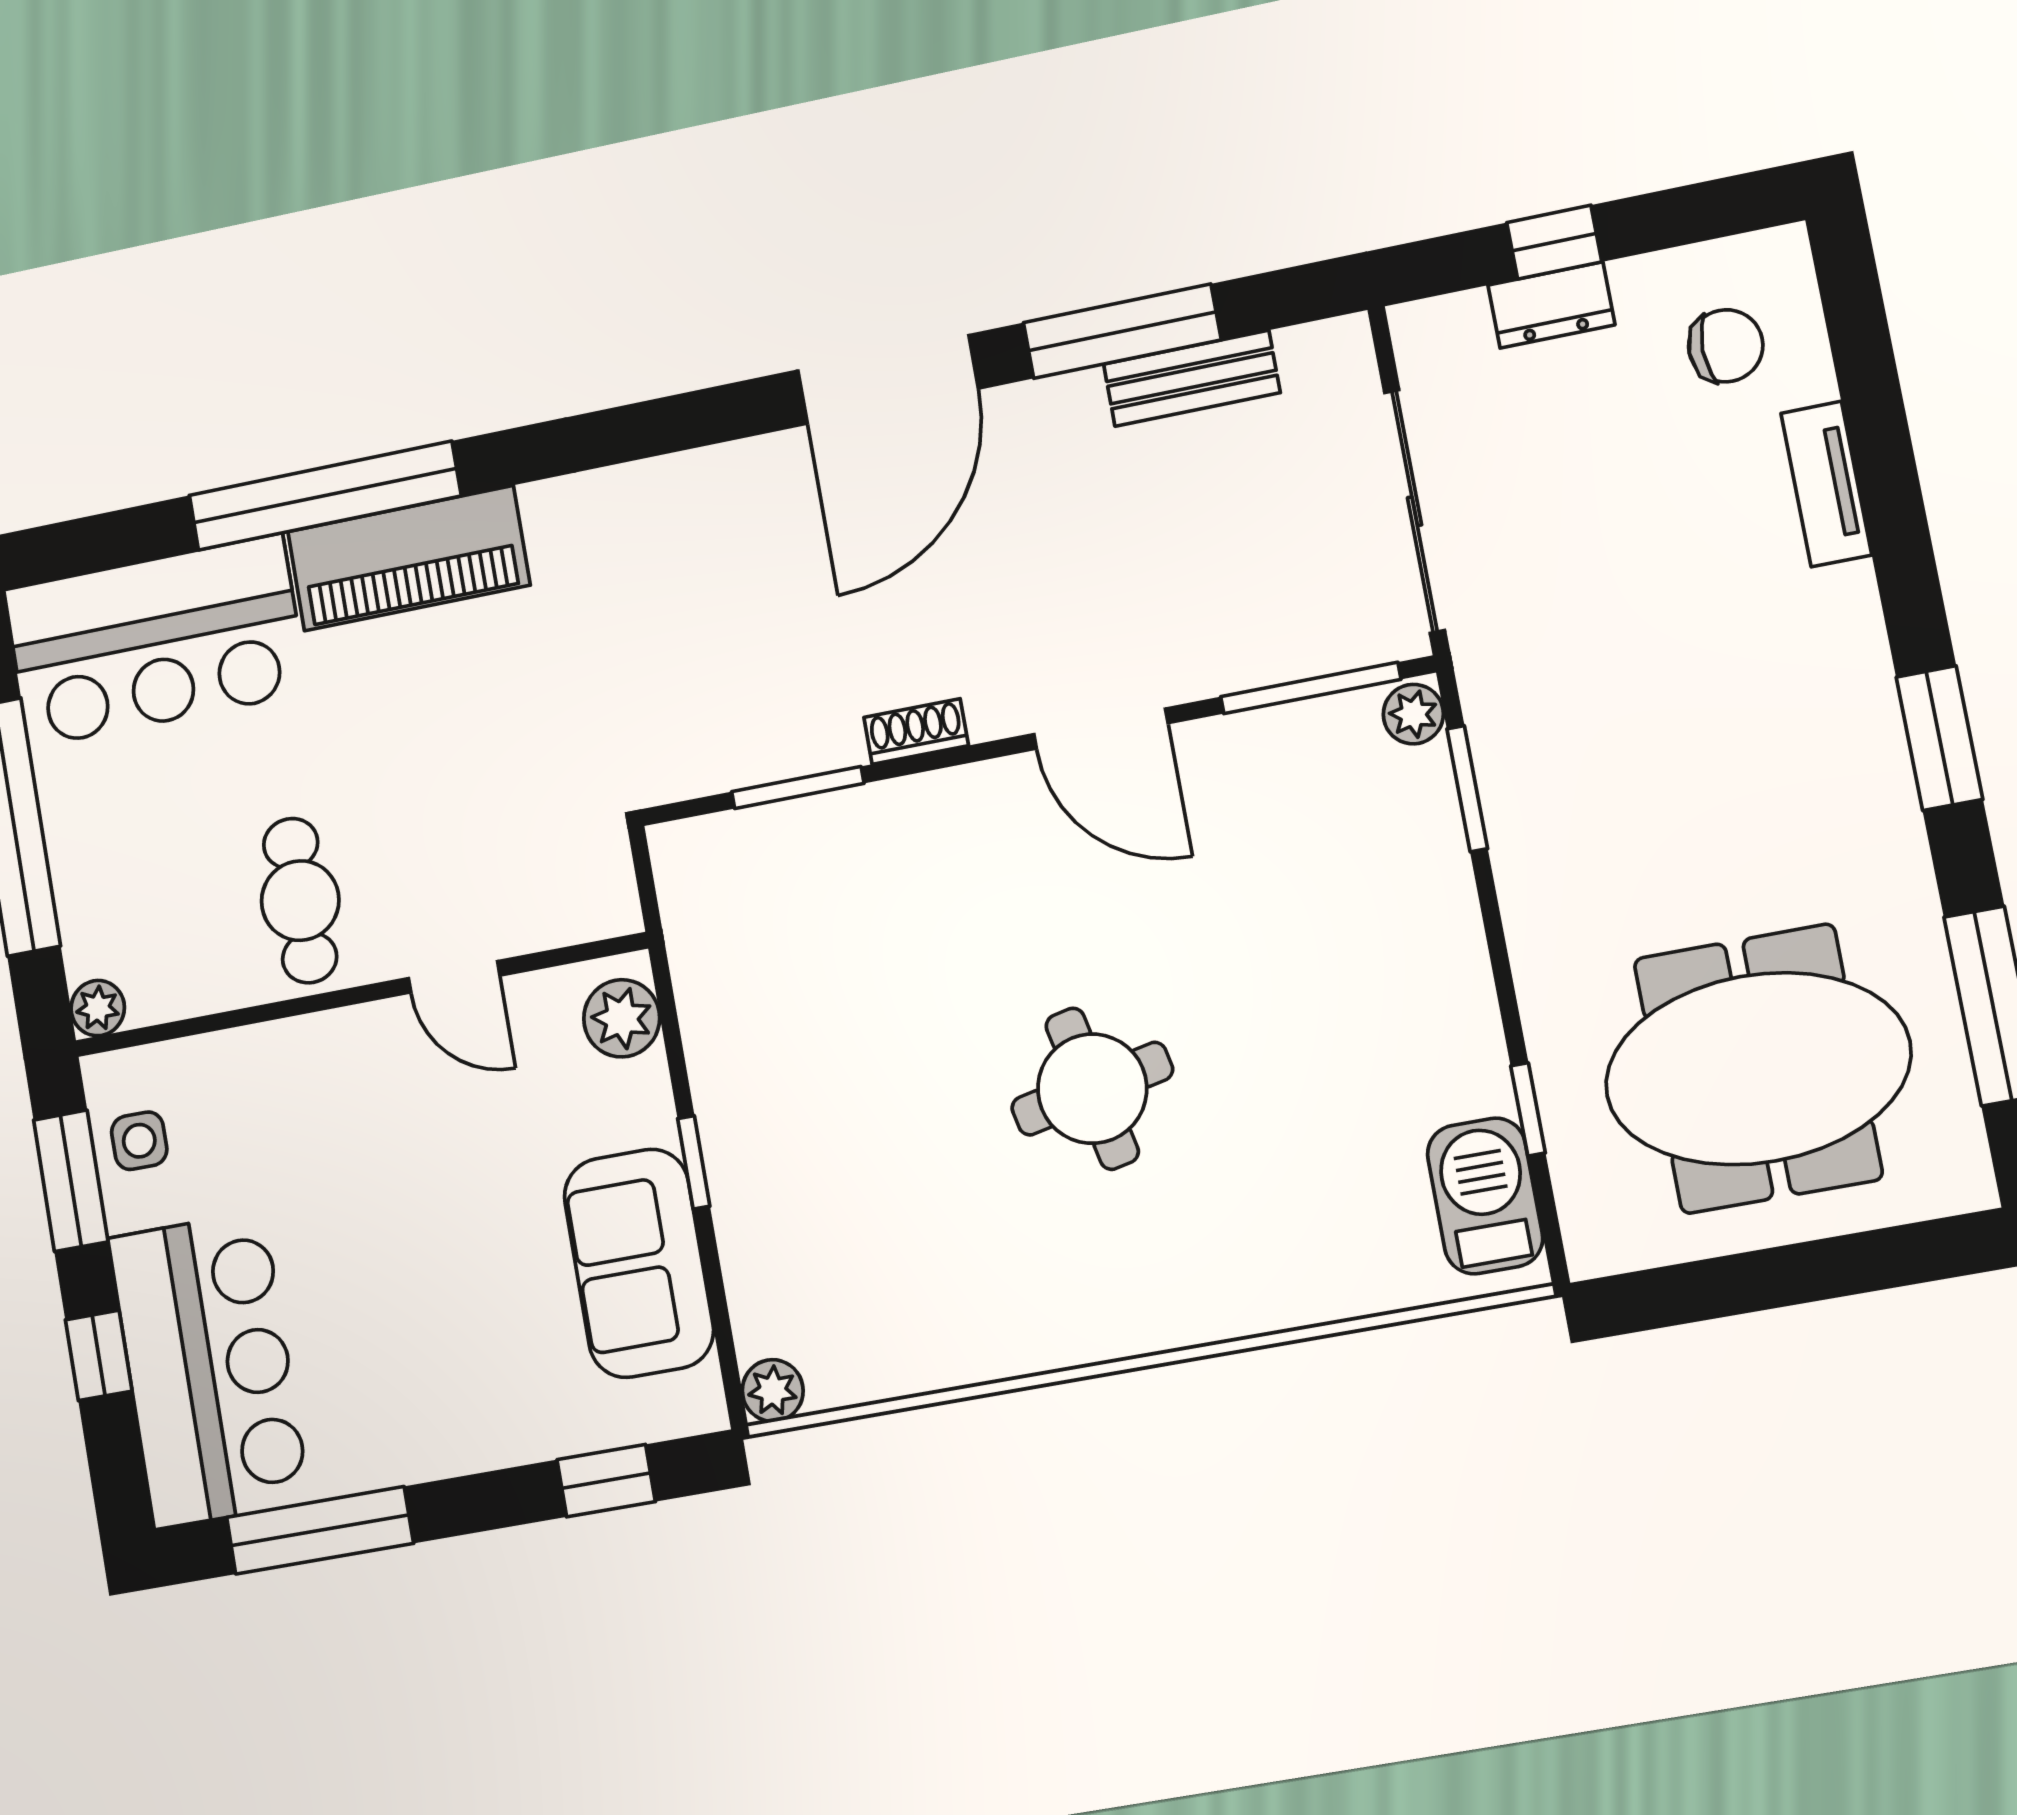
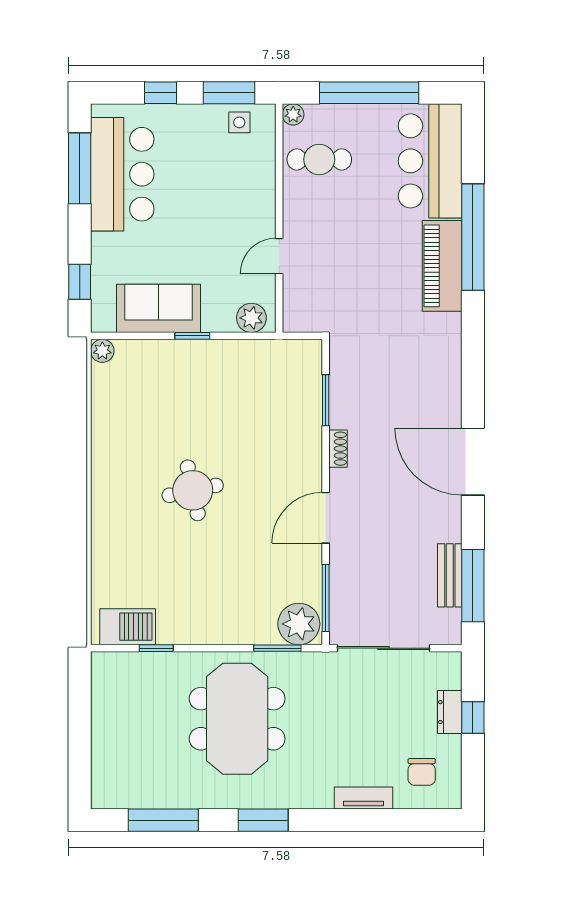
window: (1122, 331) -> (473, 586), moved
plant: (1413, 714) -> (299, 624), width x1.88, depth x1.88
cafe table: (300, 901) -> (319, 159), moved
meeting table: (1758, 1069) -> (237, 719), moved
bar counter: (209, 1370) -> (122, 174), moved, turned -90

